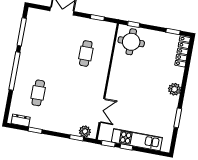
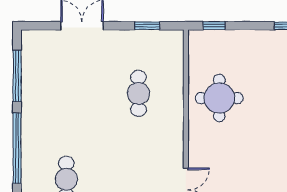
round table: (131, 42) -> (219, 98), moved

